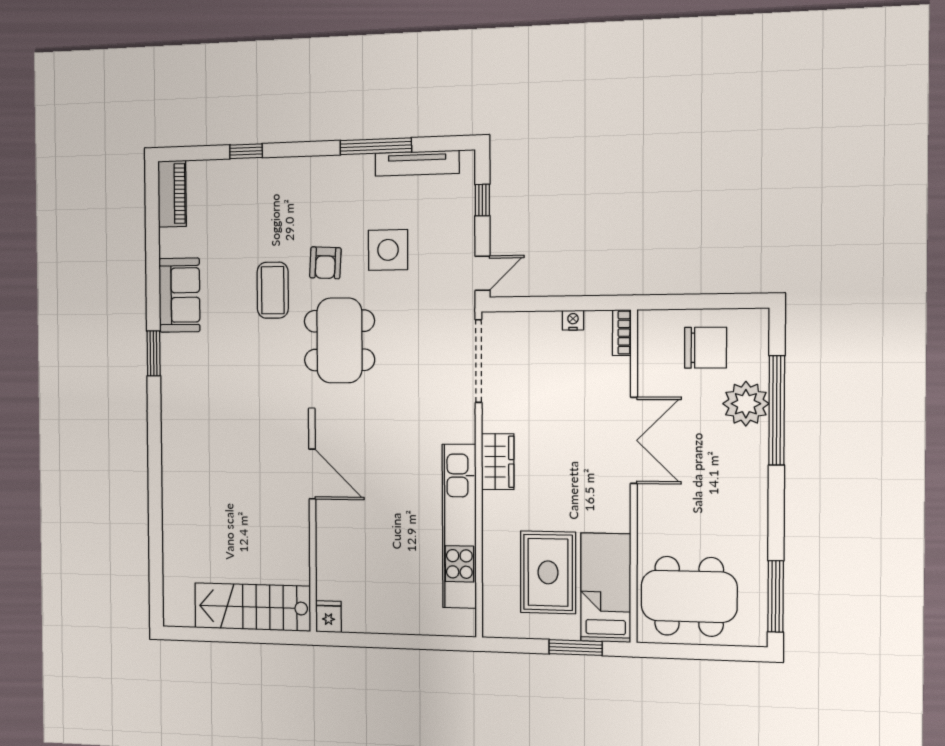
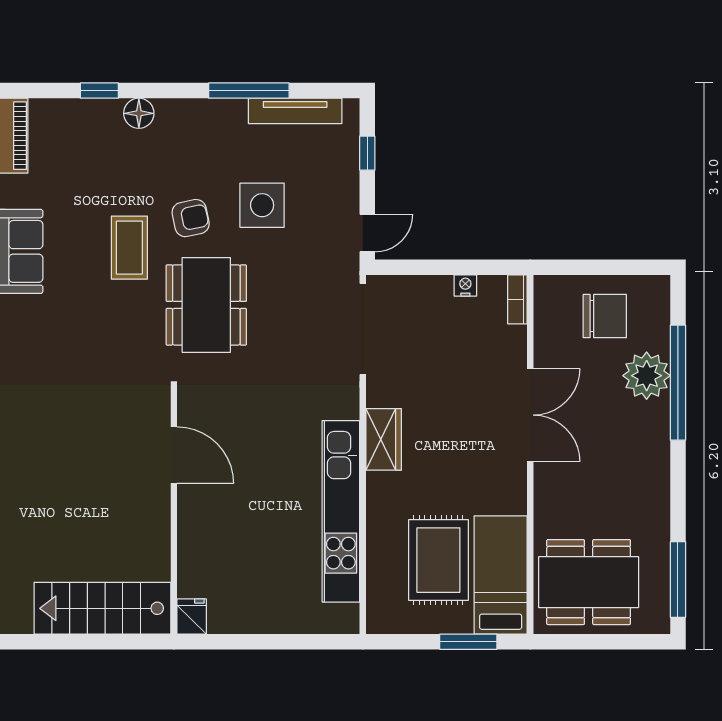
floor lamp: (280, 170) -> (139, 113), added
armchair: (325, 263) -> (191, 218), turned -105

